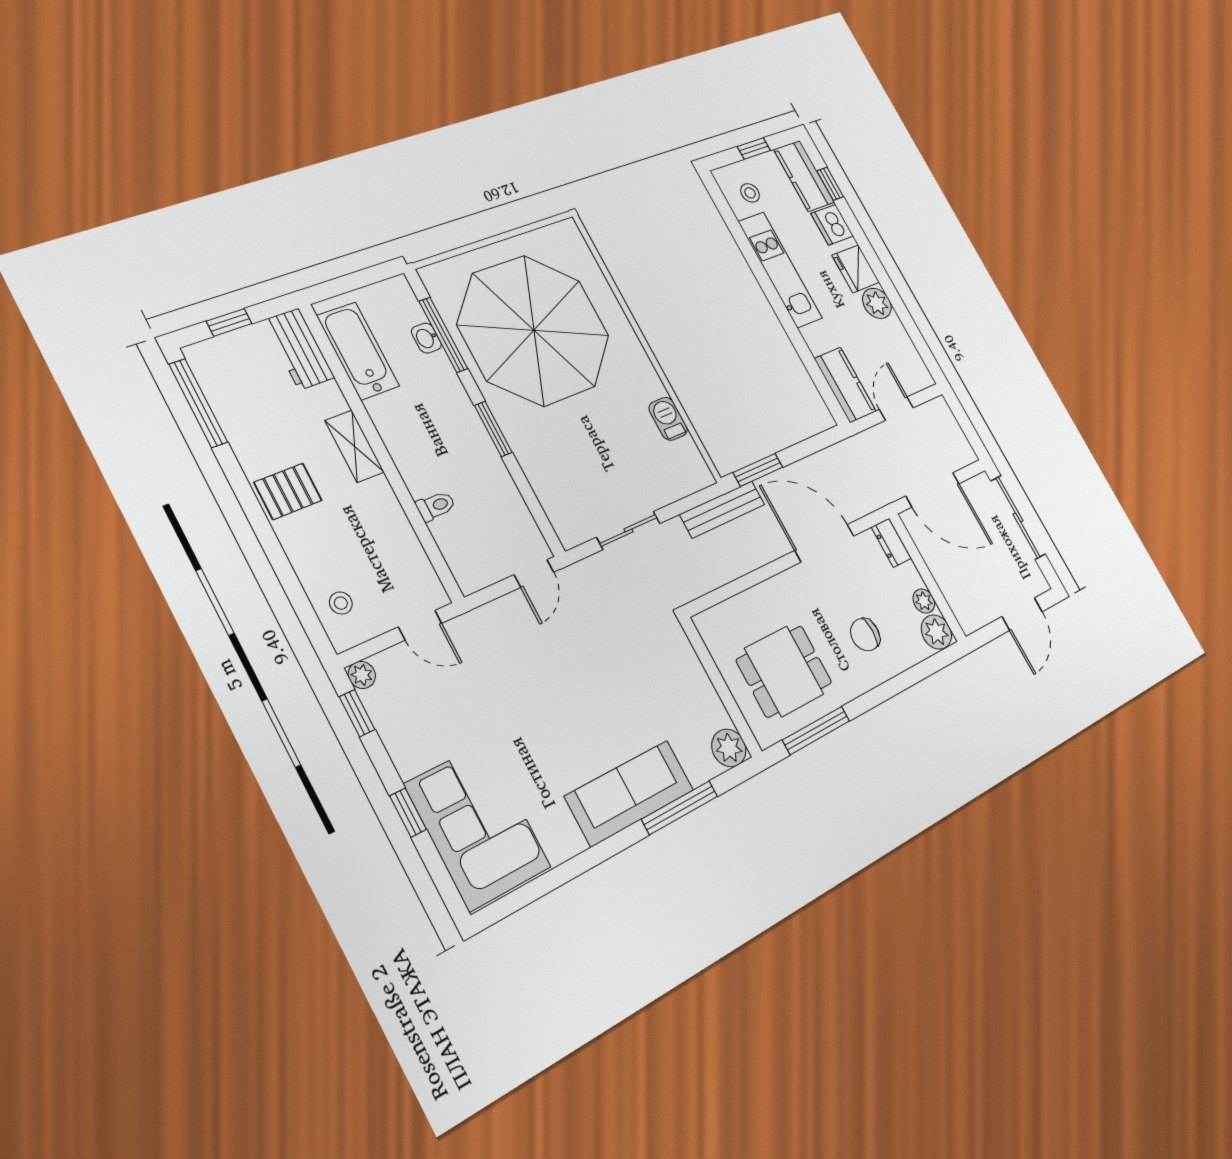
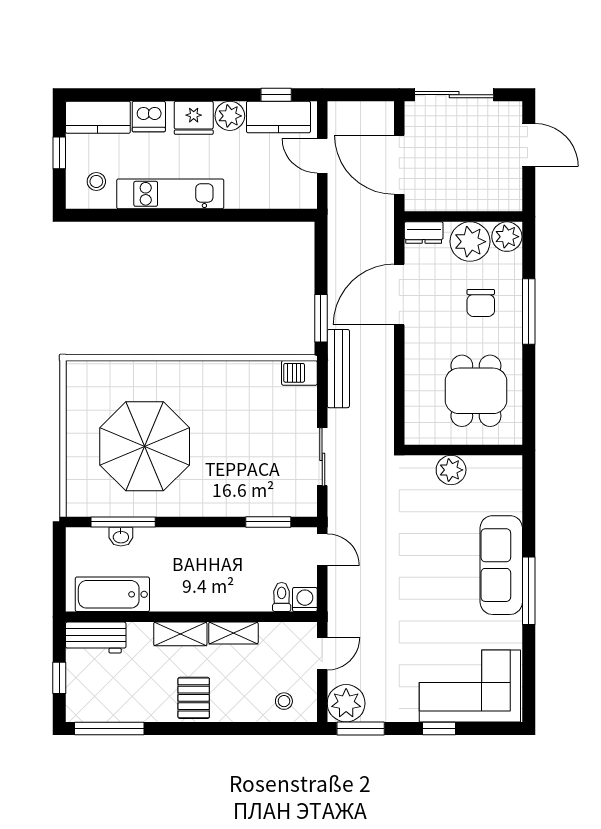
window: (830, 184) -> (276, 95), moved
parasol: (534, 330) -> (145, 446), width x0.73, depth x0.73
kitchen counter: (845, 385) -> (278, 117), moved, turned 180
barbecue: (668, 419) -> (299, 373), moved
window: (493, 429) -> (268, 522), moved
door: (933, 490) -> (399, 165), swing flipped
toilet: (436, 506) -> (282, 597), moved
shelving: (388, 509) -> (233, 633), added
washing machine: (470, 577) -> (305, 600), added
plant: (924, 601) -> (470, 242), width x1.87, depth x1.87
plant: (362, 675) -> (346, 703), width x1.88, depth x1.88
window: (357, 713) -> (361, 728), width x1.50
window: (816, 730) -> (529, 312), moved
plant: (729, 748) -> (451, 470), moved
window: (680, 808) -> (529, 591), moved

